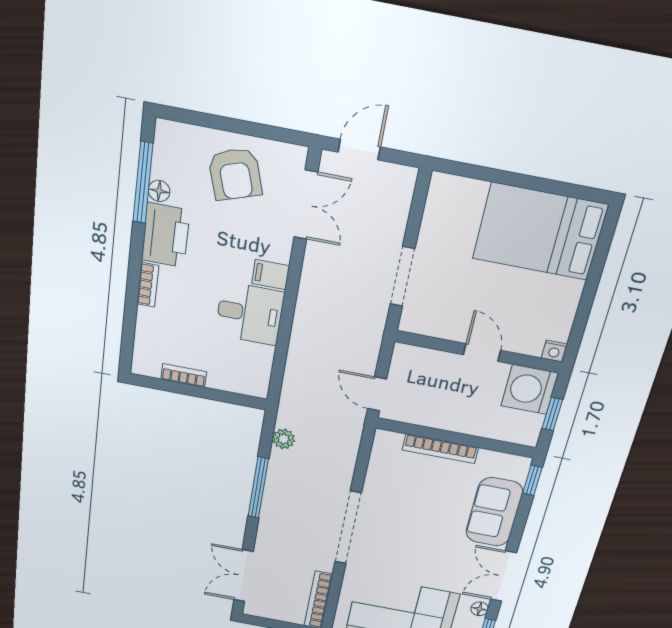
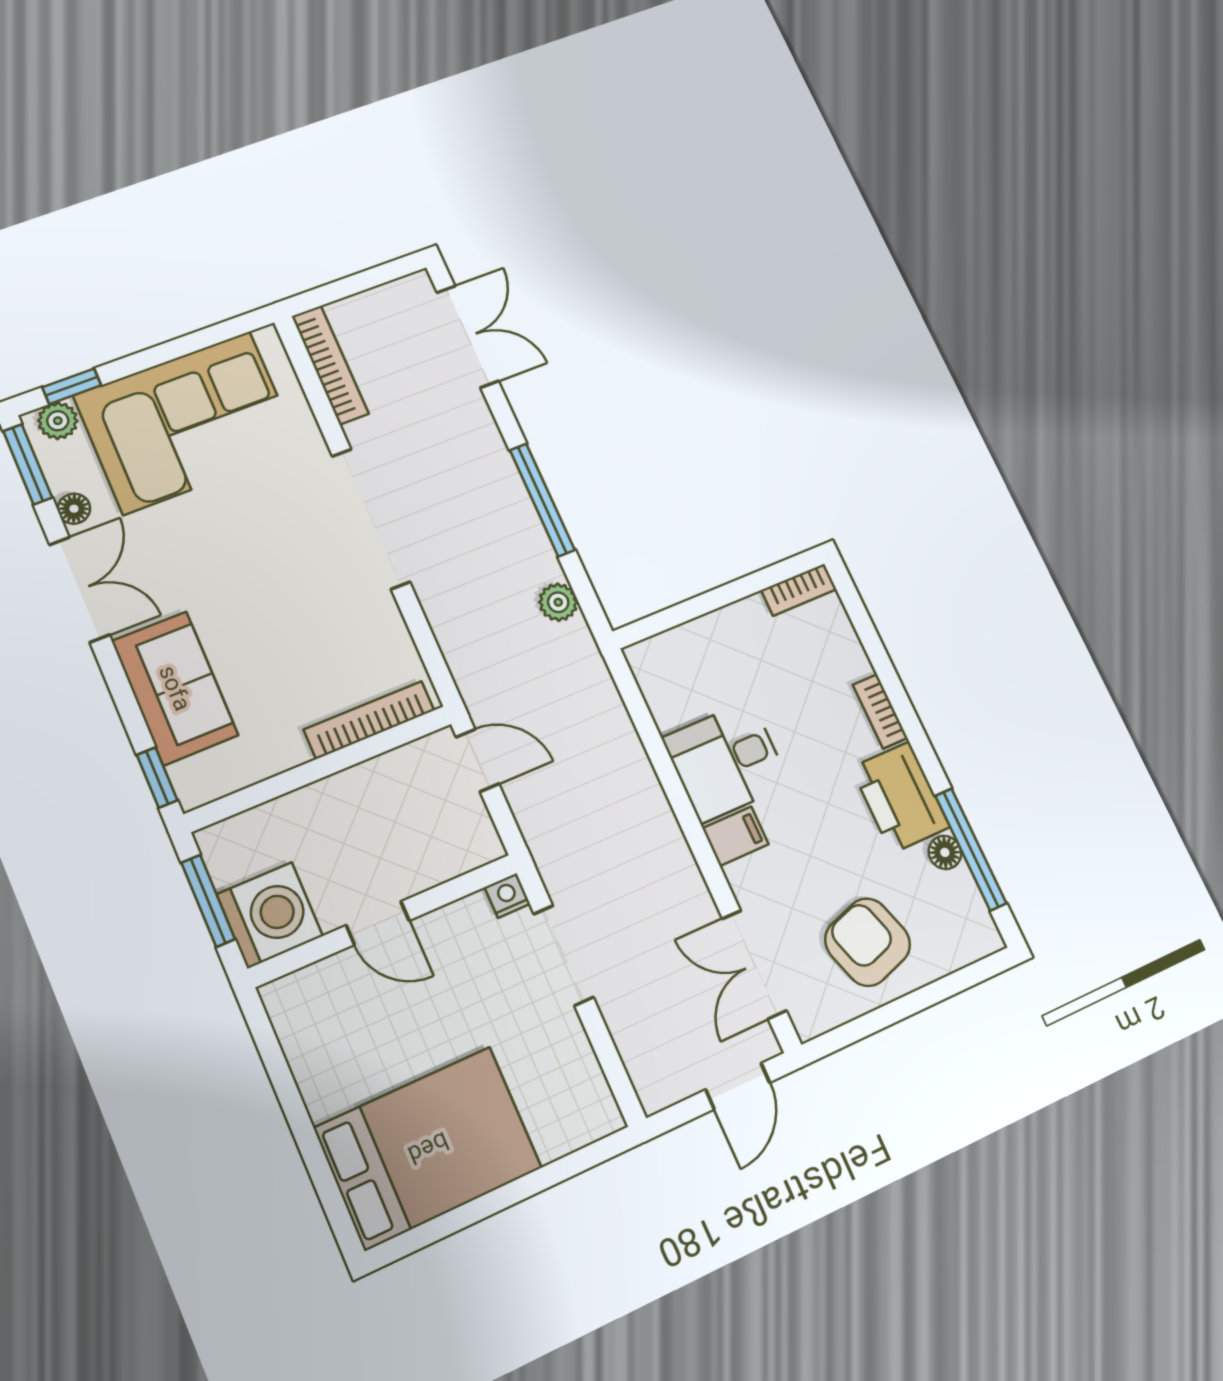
nightstand: (554, 351) -> (507, 895), moved
bookcase: (184, 376) -> (799, 590), moved
window: (552, 414) -> (208, 901), width x1.50
bookcase: (440, 449) -> (369, 720), moved

